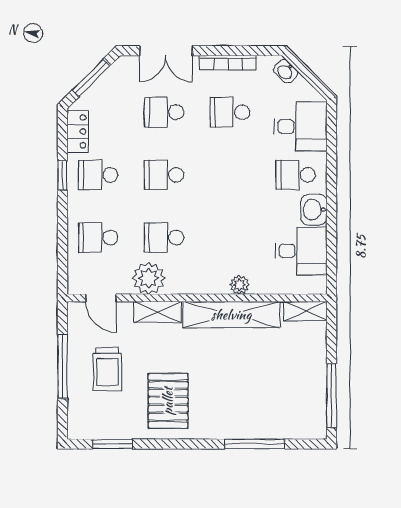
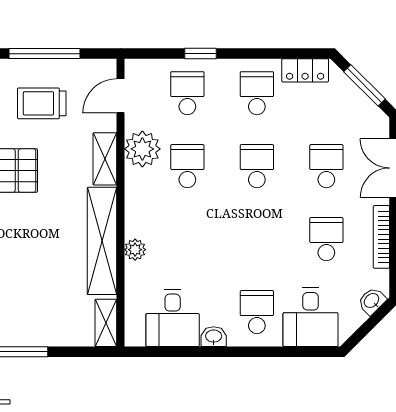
window: (62, 175) -> (200, 54), moved
washbasin: (314, 210) -> (214, 337), width x0.72, depth x0.69

